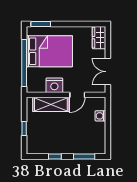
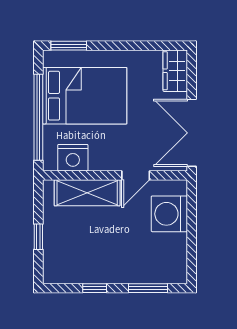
double door: (108, 72) -> (192, 133), width x1.37
nightstand: (54, 85) -> (73, 158), moved
washing machine: (100, 116) -> (169, 214), width x1.89, depth x1.89

